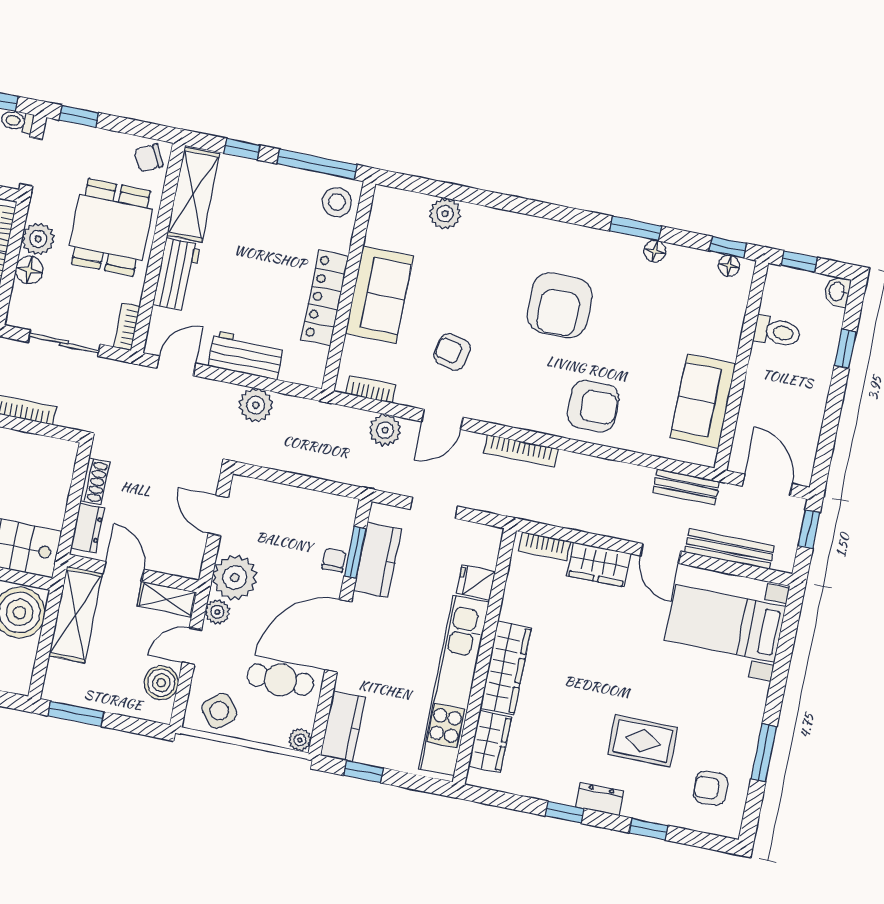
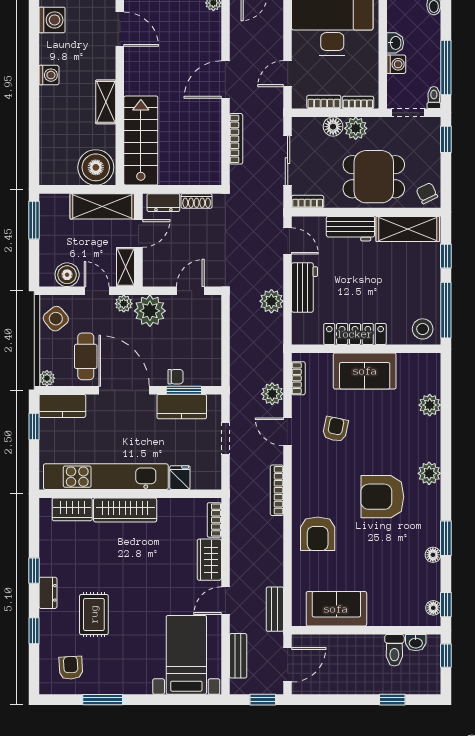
plant: (540, 233) -> (429, 473), added
washbasin: (838, 291) -> (416, 643), moved, turned 180
bench: (730, 549) -> (238, 656), width x0.73

